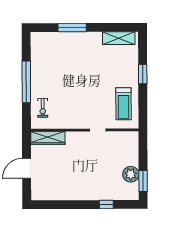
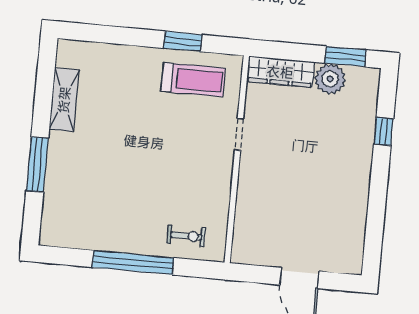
shelving: (119, 38) -> (64, 100), moved
window: (143, 74) -> (183, 41), moved
wardrobe: (48, 138) -> (280, 72), moved, turned 90

